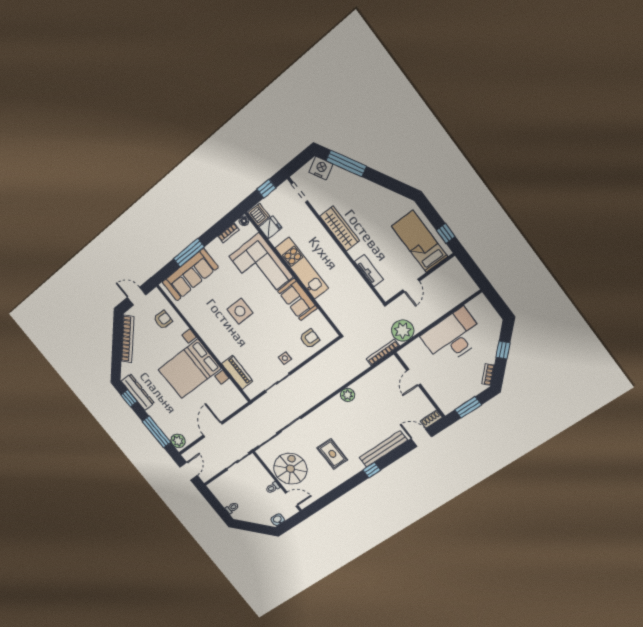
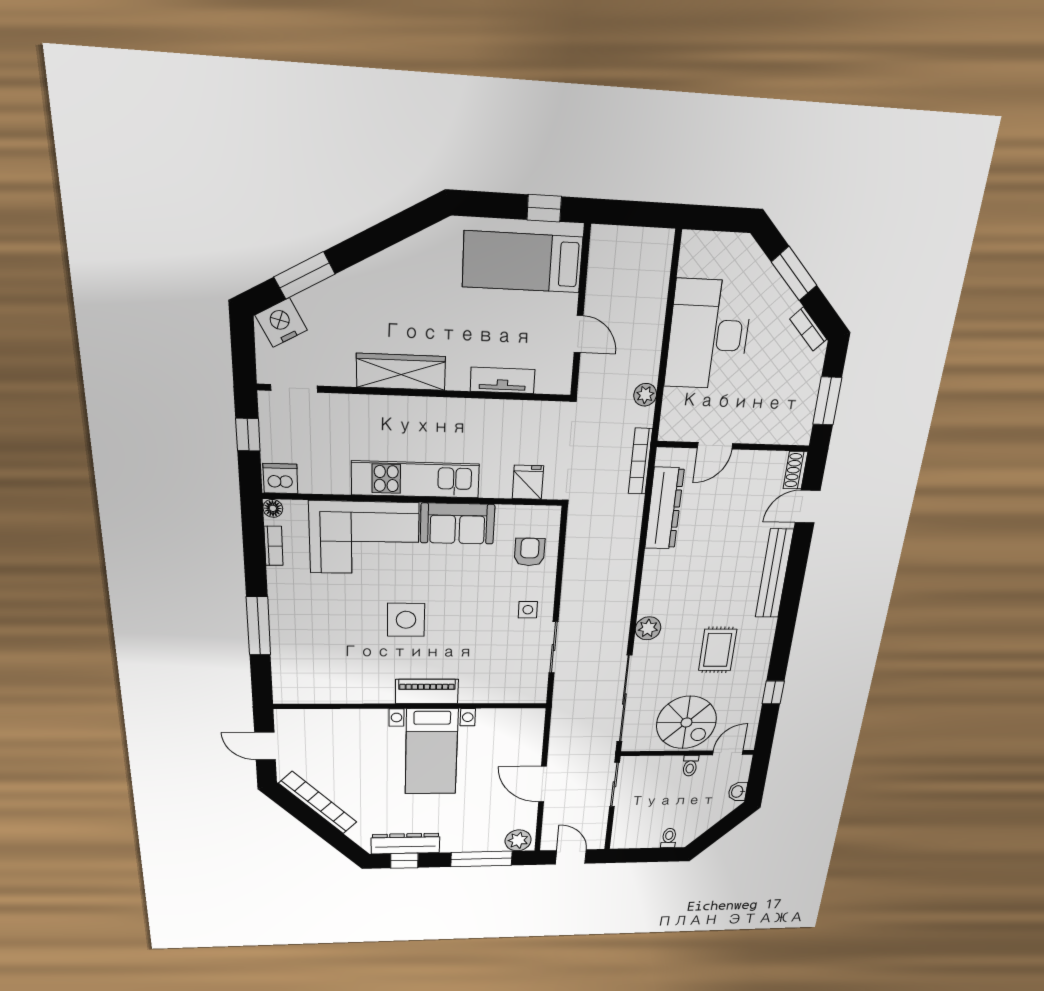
window: (346, 163) -> (304, 275), width x0.69
fridge: (270, 227) -> (528, 482), moved
sofa: (190, 275) -> (294, 649), removed
door: (137, 296) -> (265, 746), hinge flipped
armchair: (163, 320) -> (330, 736), removed
plant: (403, 331) -> (645, 395), width x0.53, depth x0.53
window: (503, 350) -> (794, 274), width x1.50
bed with nightstands: (190, 369) -> (431, 752), width x0.73
piano: (237, 372) -> (427, 691), moved
door: (414, 377) -> (715, 446), hinge flipped
dresser: (372, 379) -> (664, 508), added
plant: (348, 395) -> (648, 628), moved
rug: (332, 454) -> (718, 650), turned 90
spiral stairs: (290, 469) -> (686, 723), turned 180
window: (372, 470) -> (773, 692), moved

